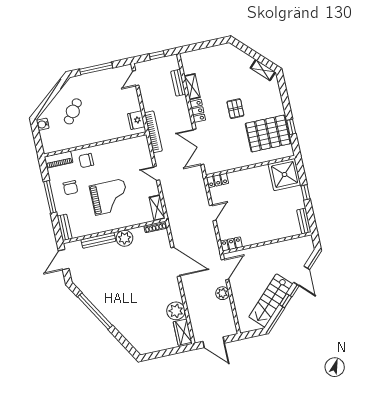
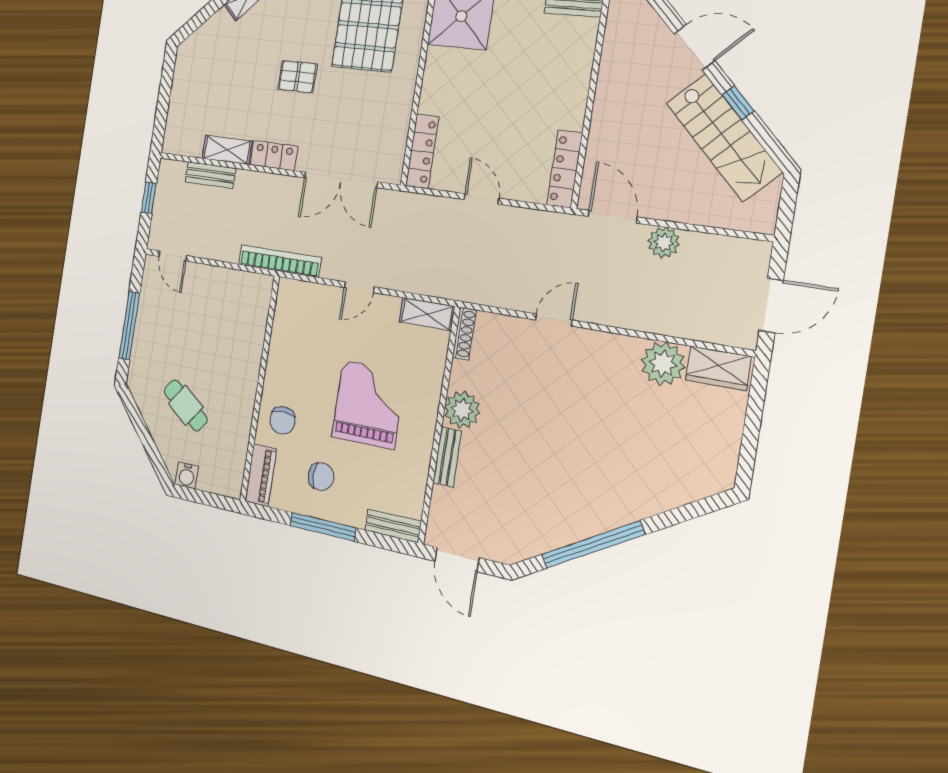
fridge: (136, 120) -> (246, 286), removed
locker: (218, 180) -> (422, 151), width x1.53
bench: (98, 240) -> (447, 457), width x0.73
locker: (232, 244) -> (565, 169), width x1.53
door: (176, 262) -> (554, 320), width x0.53

